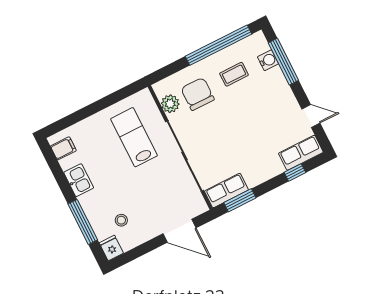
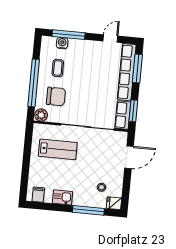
window: (218, 45) -> (34, 83), moved
chair: (198, 94) -> (56, 96), turned 180
plant: (170, 104) -> (41, 115), moved
lab bench: (134, 137) -> (58, 149), turned 180
row of seats: (301, 153) -> (127, 72), width x2.02
window: (295, 172) -> (137, 69), width x2.17

